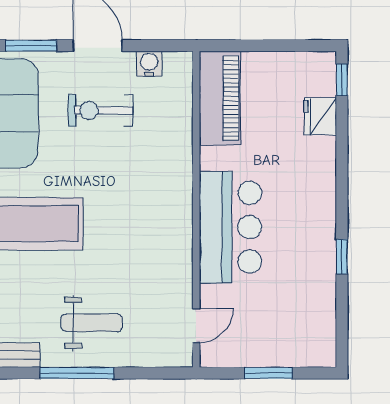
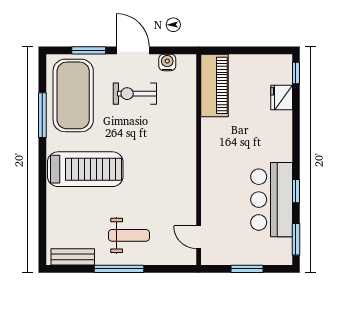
bar counter: (231, 227) -> (272, 200), moved, turned 180
door: (196, 326) -> (199, 237), swing flipped
window: (342, 329) -> (296, 239), added

